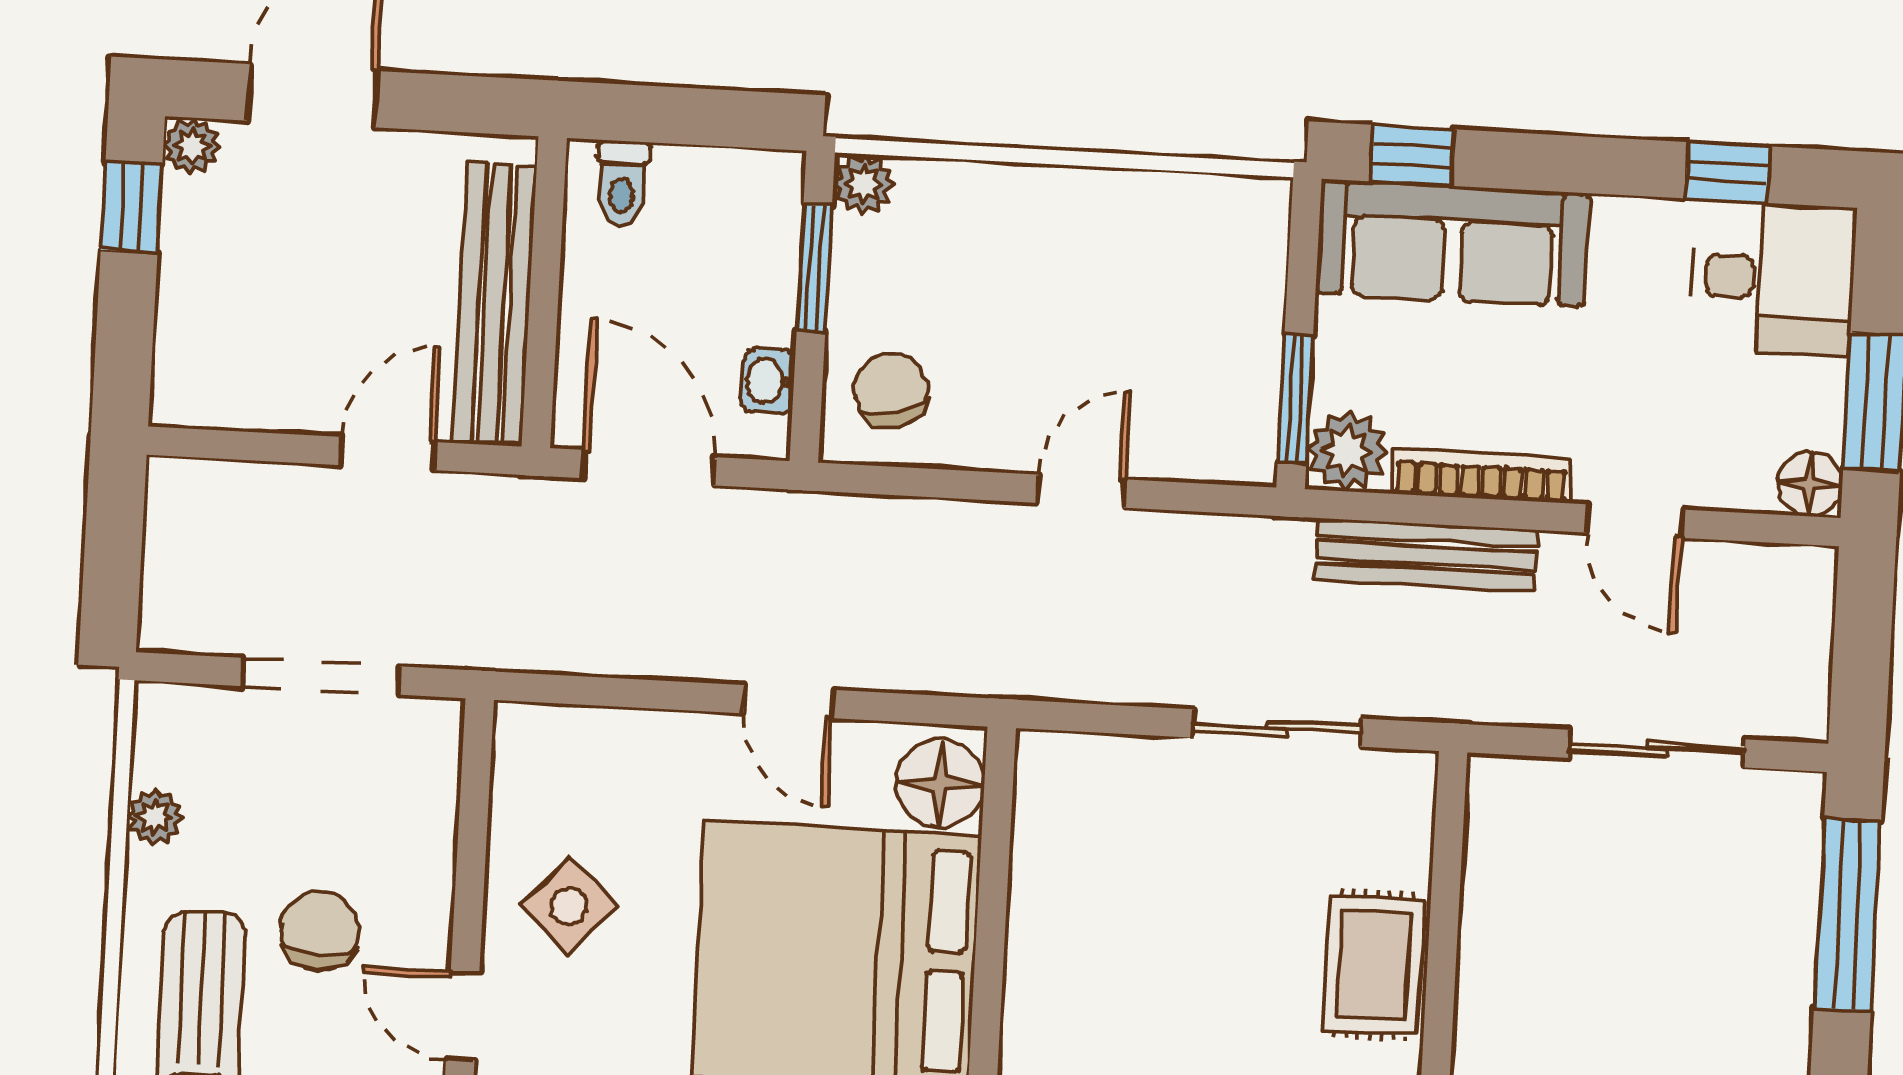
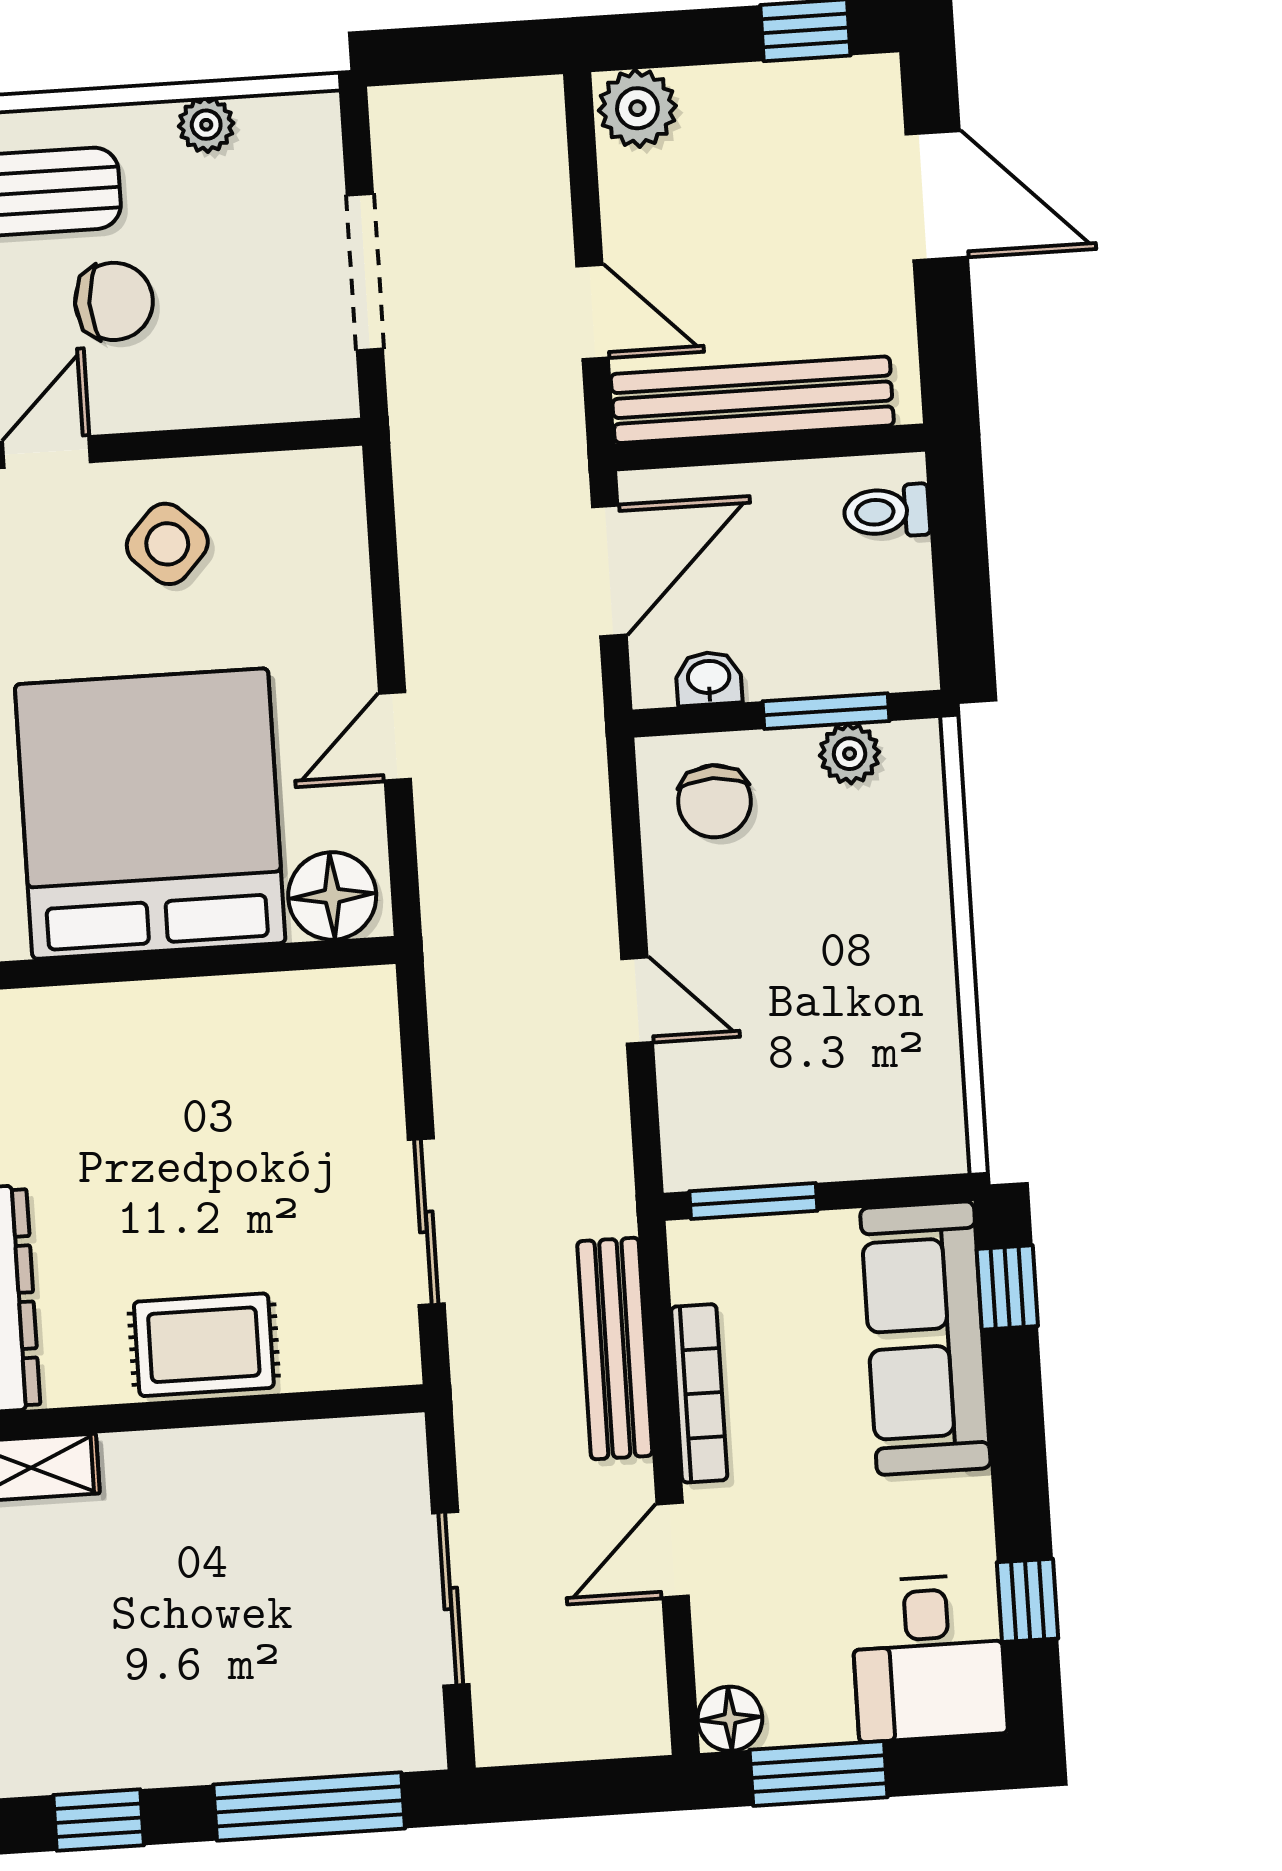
plant: (192, 146) -> (637, 108), moved, width x1.38, depth x1.38
plant: (863, 184) -> (850, 754), moved
chair: (891, 390) -> (714, 801), turned 106
plant: (1347, 451) -> (708, 1258), removed

